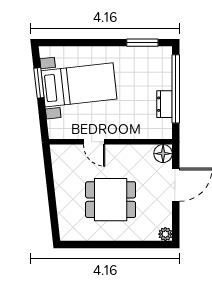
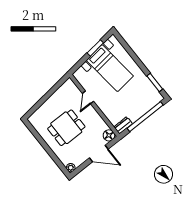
dresser: (165, 104) -> (123, 125), moved
dining table: (111, 200) -> (66, 128), turned 90

